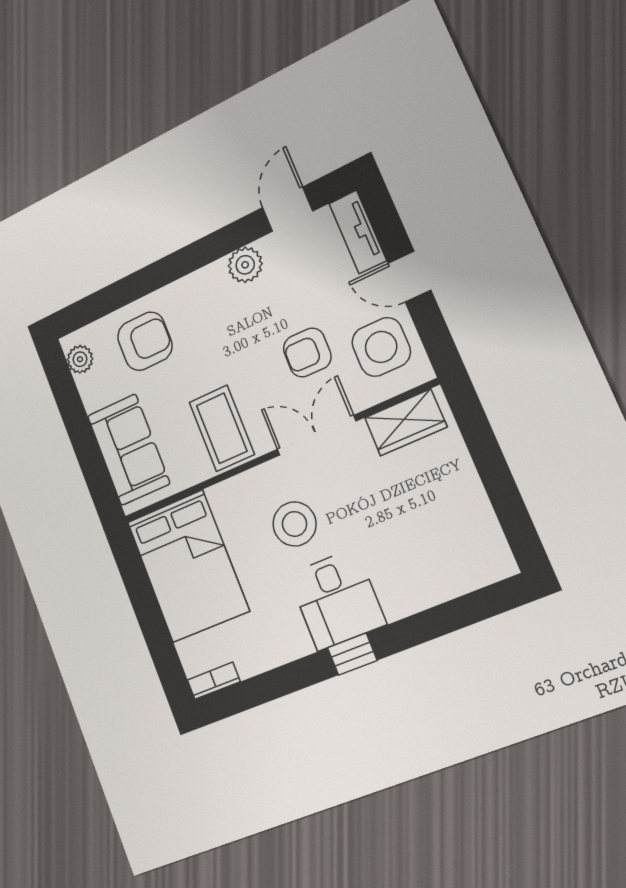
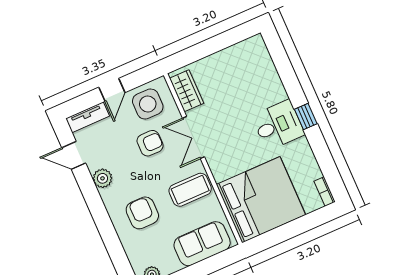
armchair: (145, 341) -> (142, 213), moved
armchair: (307, 352) -> (150, 143), turned -91
stool: (295, 524) -> (240, 148), removed
bed: (188, 566) -> (261, 200), width x1.36

